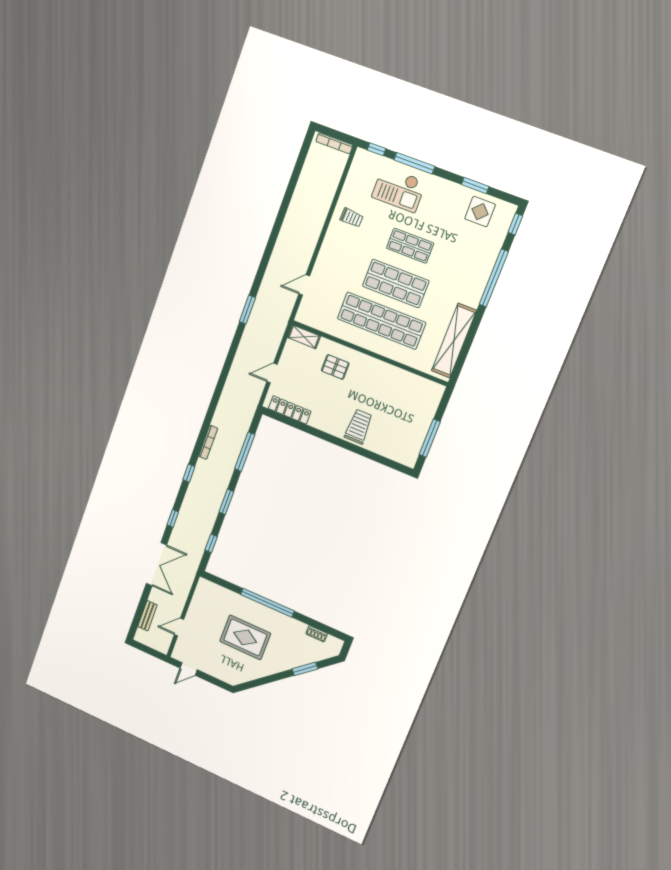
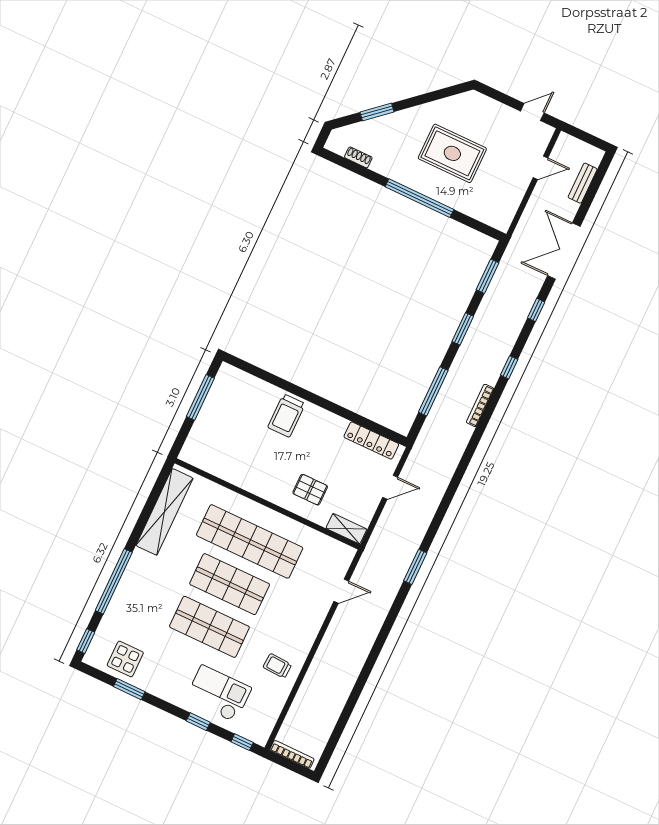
window: (414, 163) -> (198, 722), width x0.46
shop shelf: (410, 246) -> (209, 627), width x1.43, depth x1.36
window: (211, 543) -> (487, 276), width x1.50

